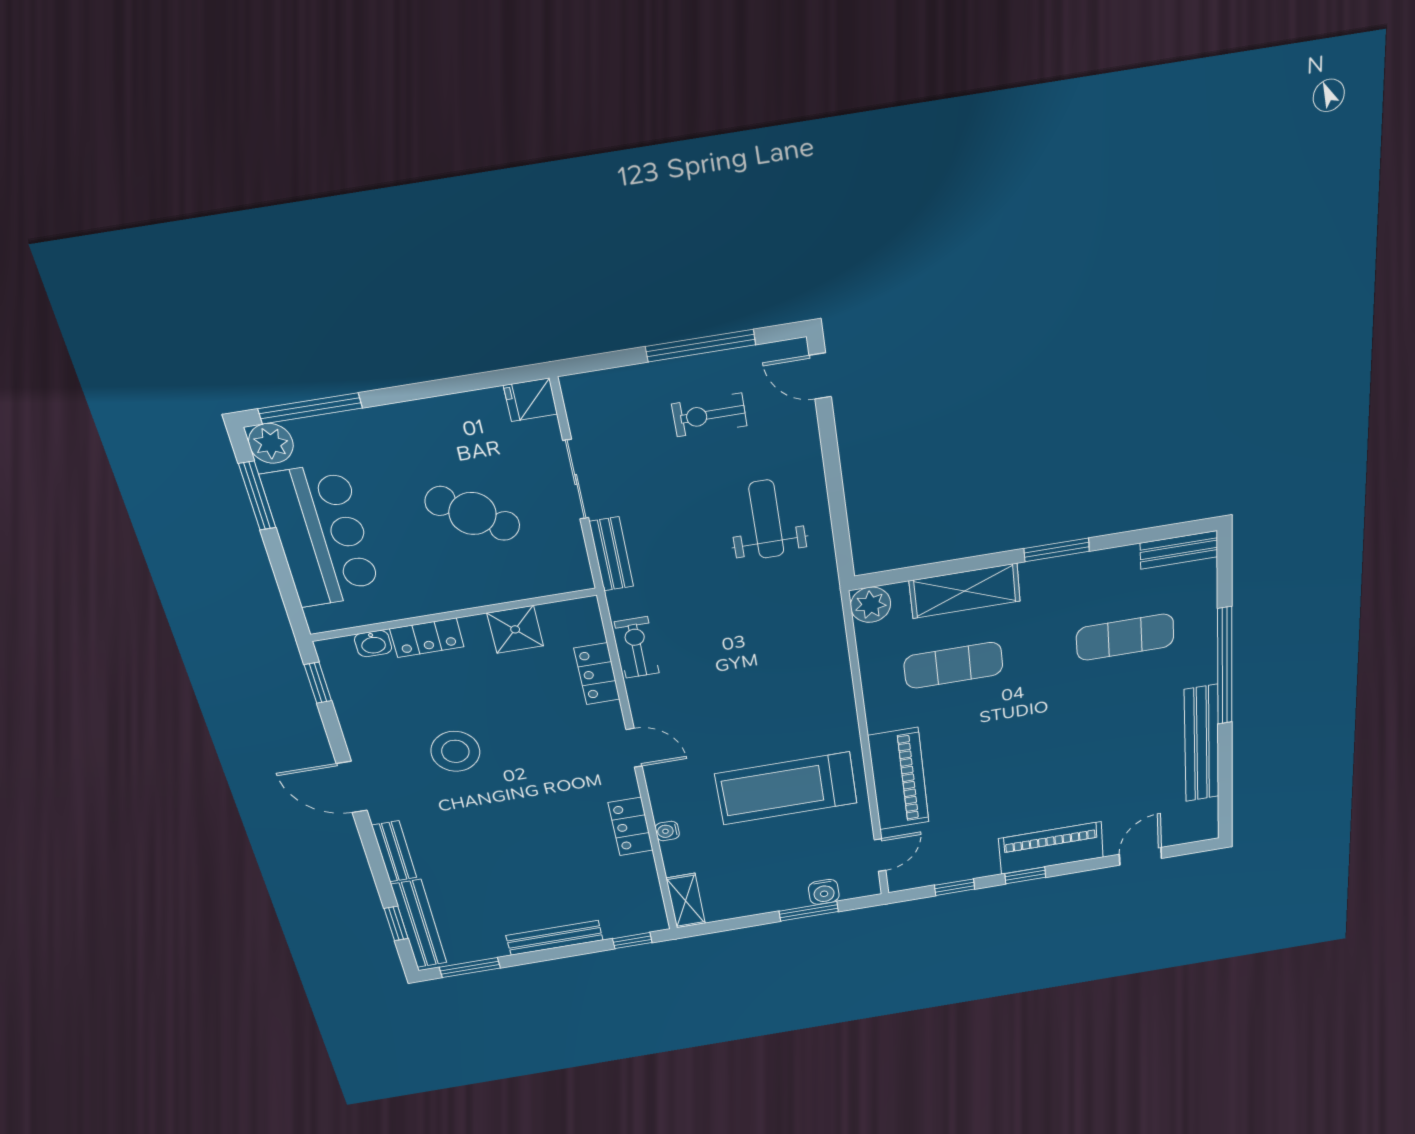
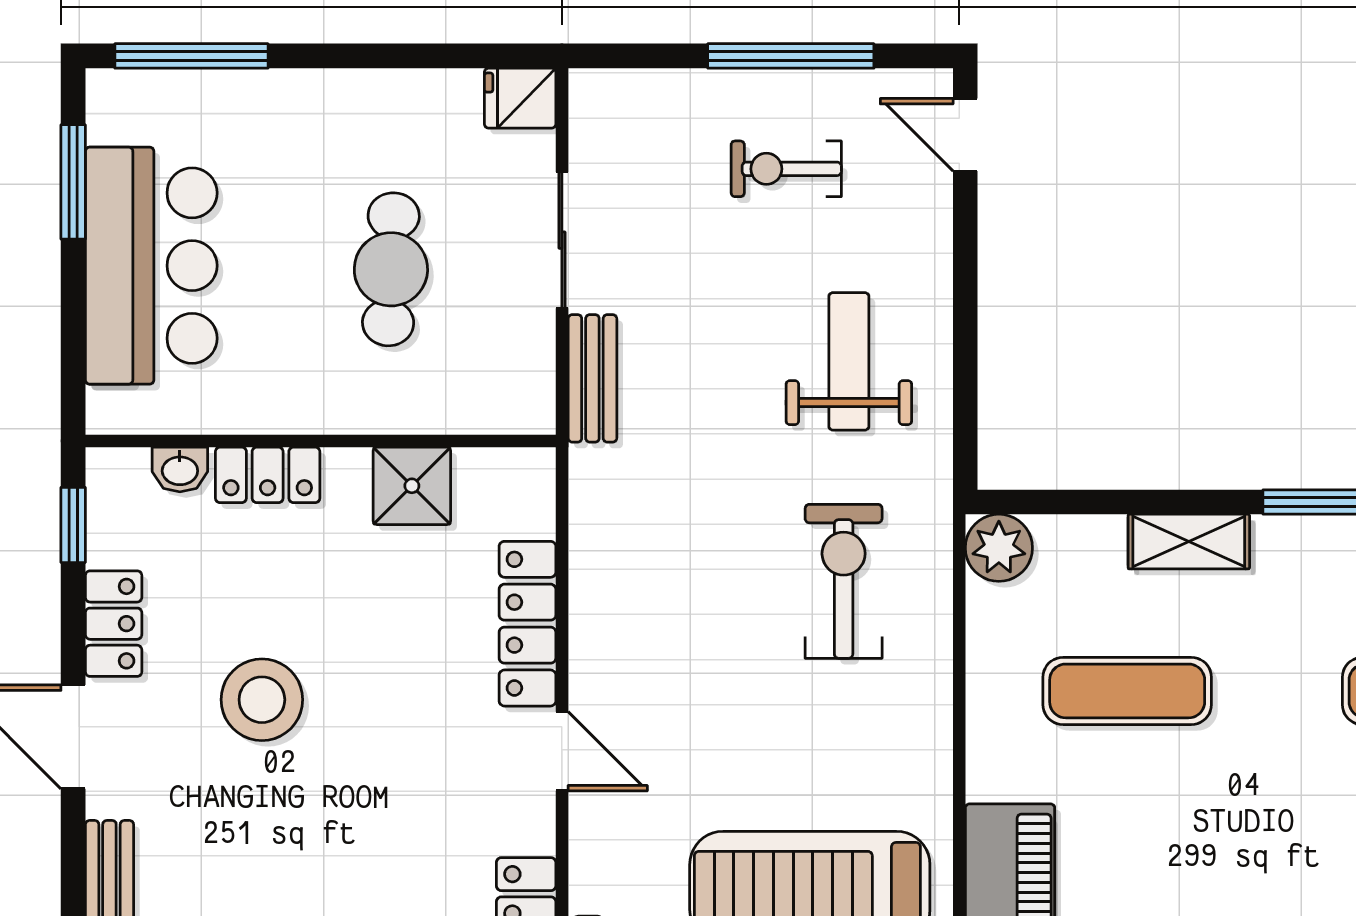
plant: (271, 443) -> (118, 101), removed
cafe table: (473, 514) -> (391, 269), turned 59
shelving: (965, 591) -> (1189, 542), width x0.67, depth x0.75
exercise bike: (637, 647) -> (844, 581), moved, width x1.38, depth x1.39
locker: (597, 674) -> (527, 624), width x1.53
locker: (358, 728) -> (114, 624), added

